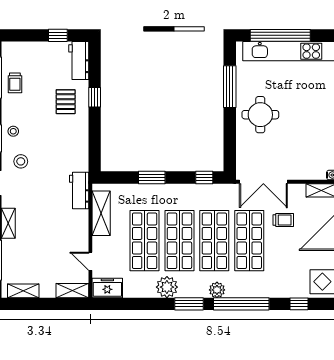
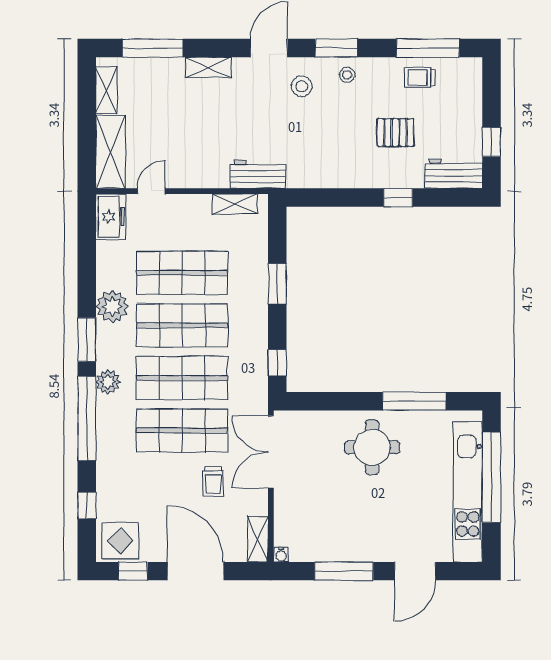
pallet: (66, 102) -> (395, 132), moved
shelving: (101, 213) -> (235, 204), width x0.67, depth x0.75
shelving: (72, 291) -> (111, 152), width x1.50, depth x1.33

